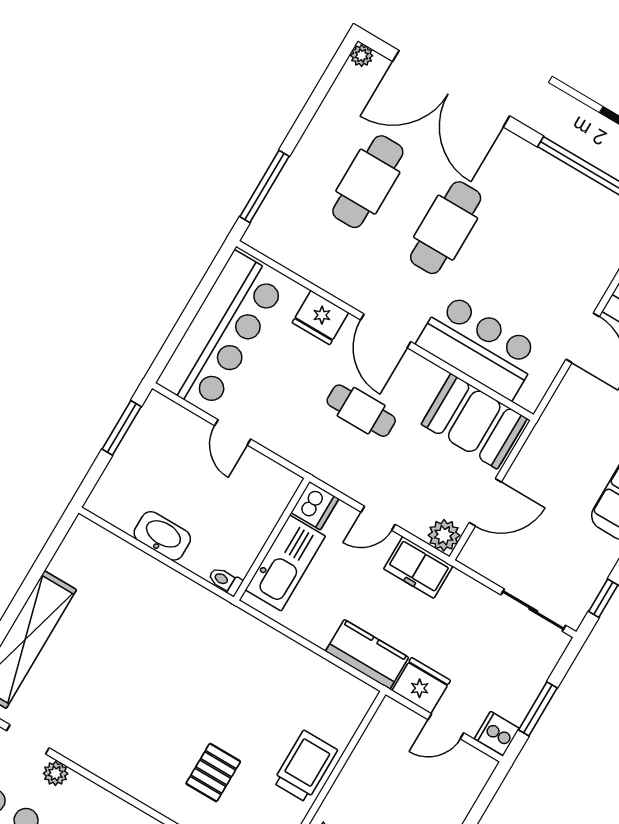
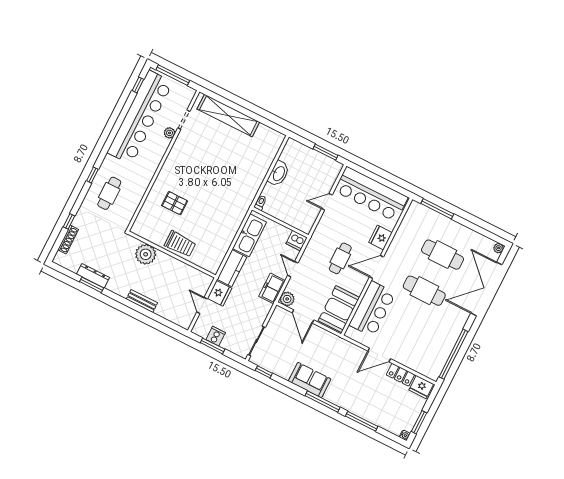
kitchen sink: (285, 563) -> (249, 235), moved, turned -90
cooker: (497, 733) -> (216, 336), moved

